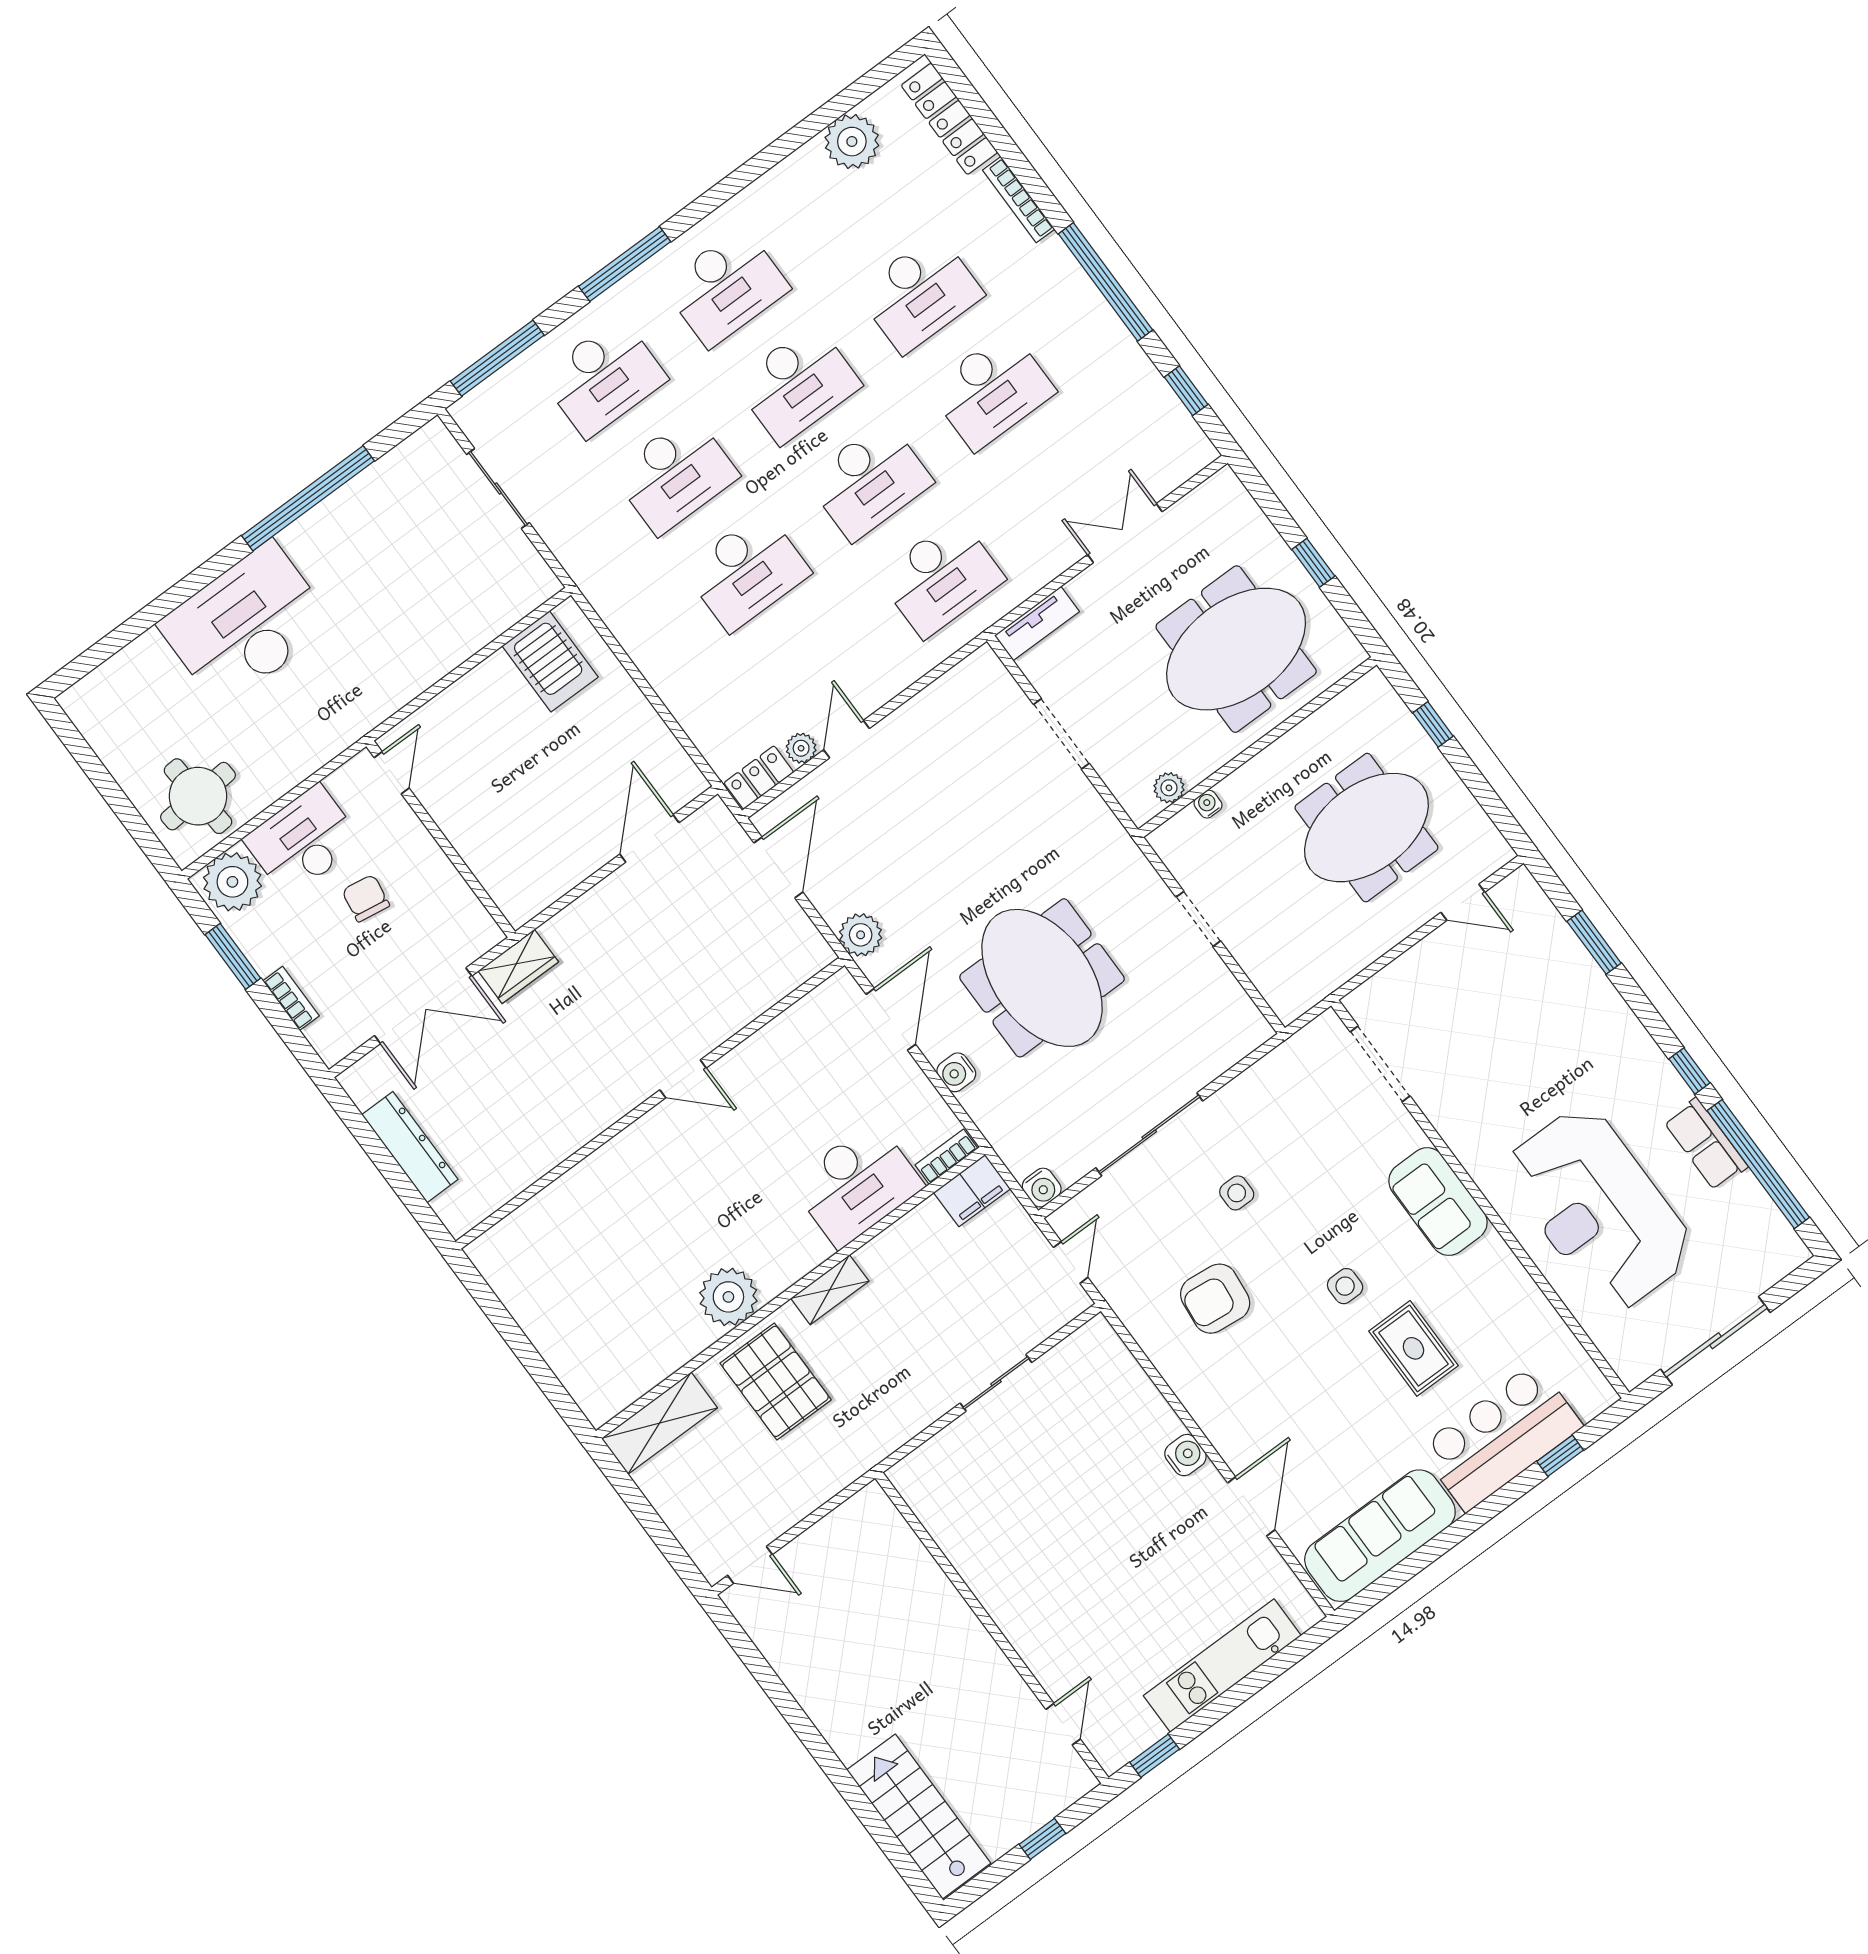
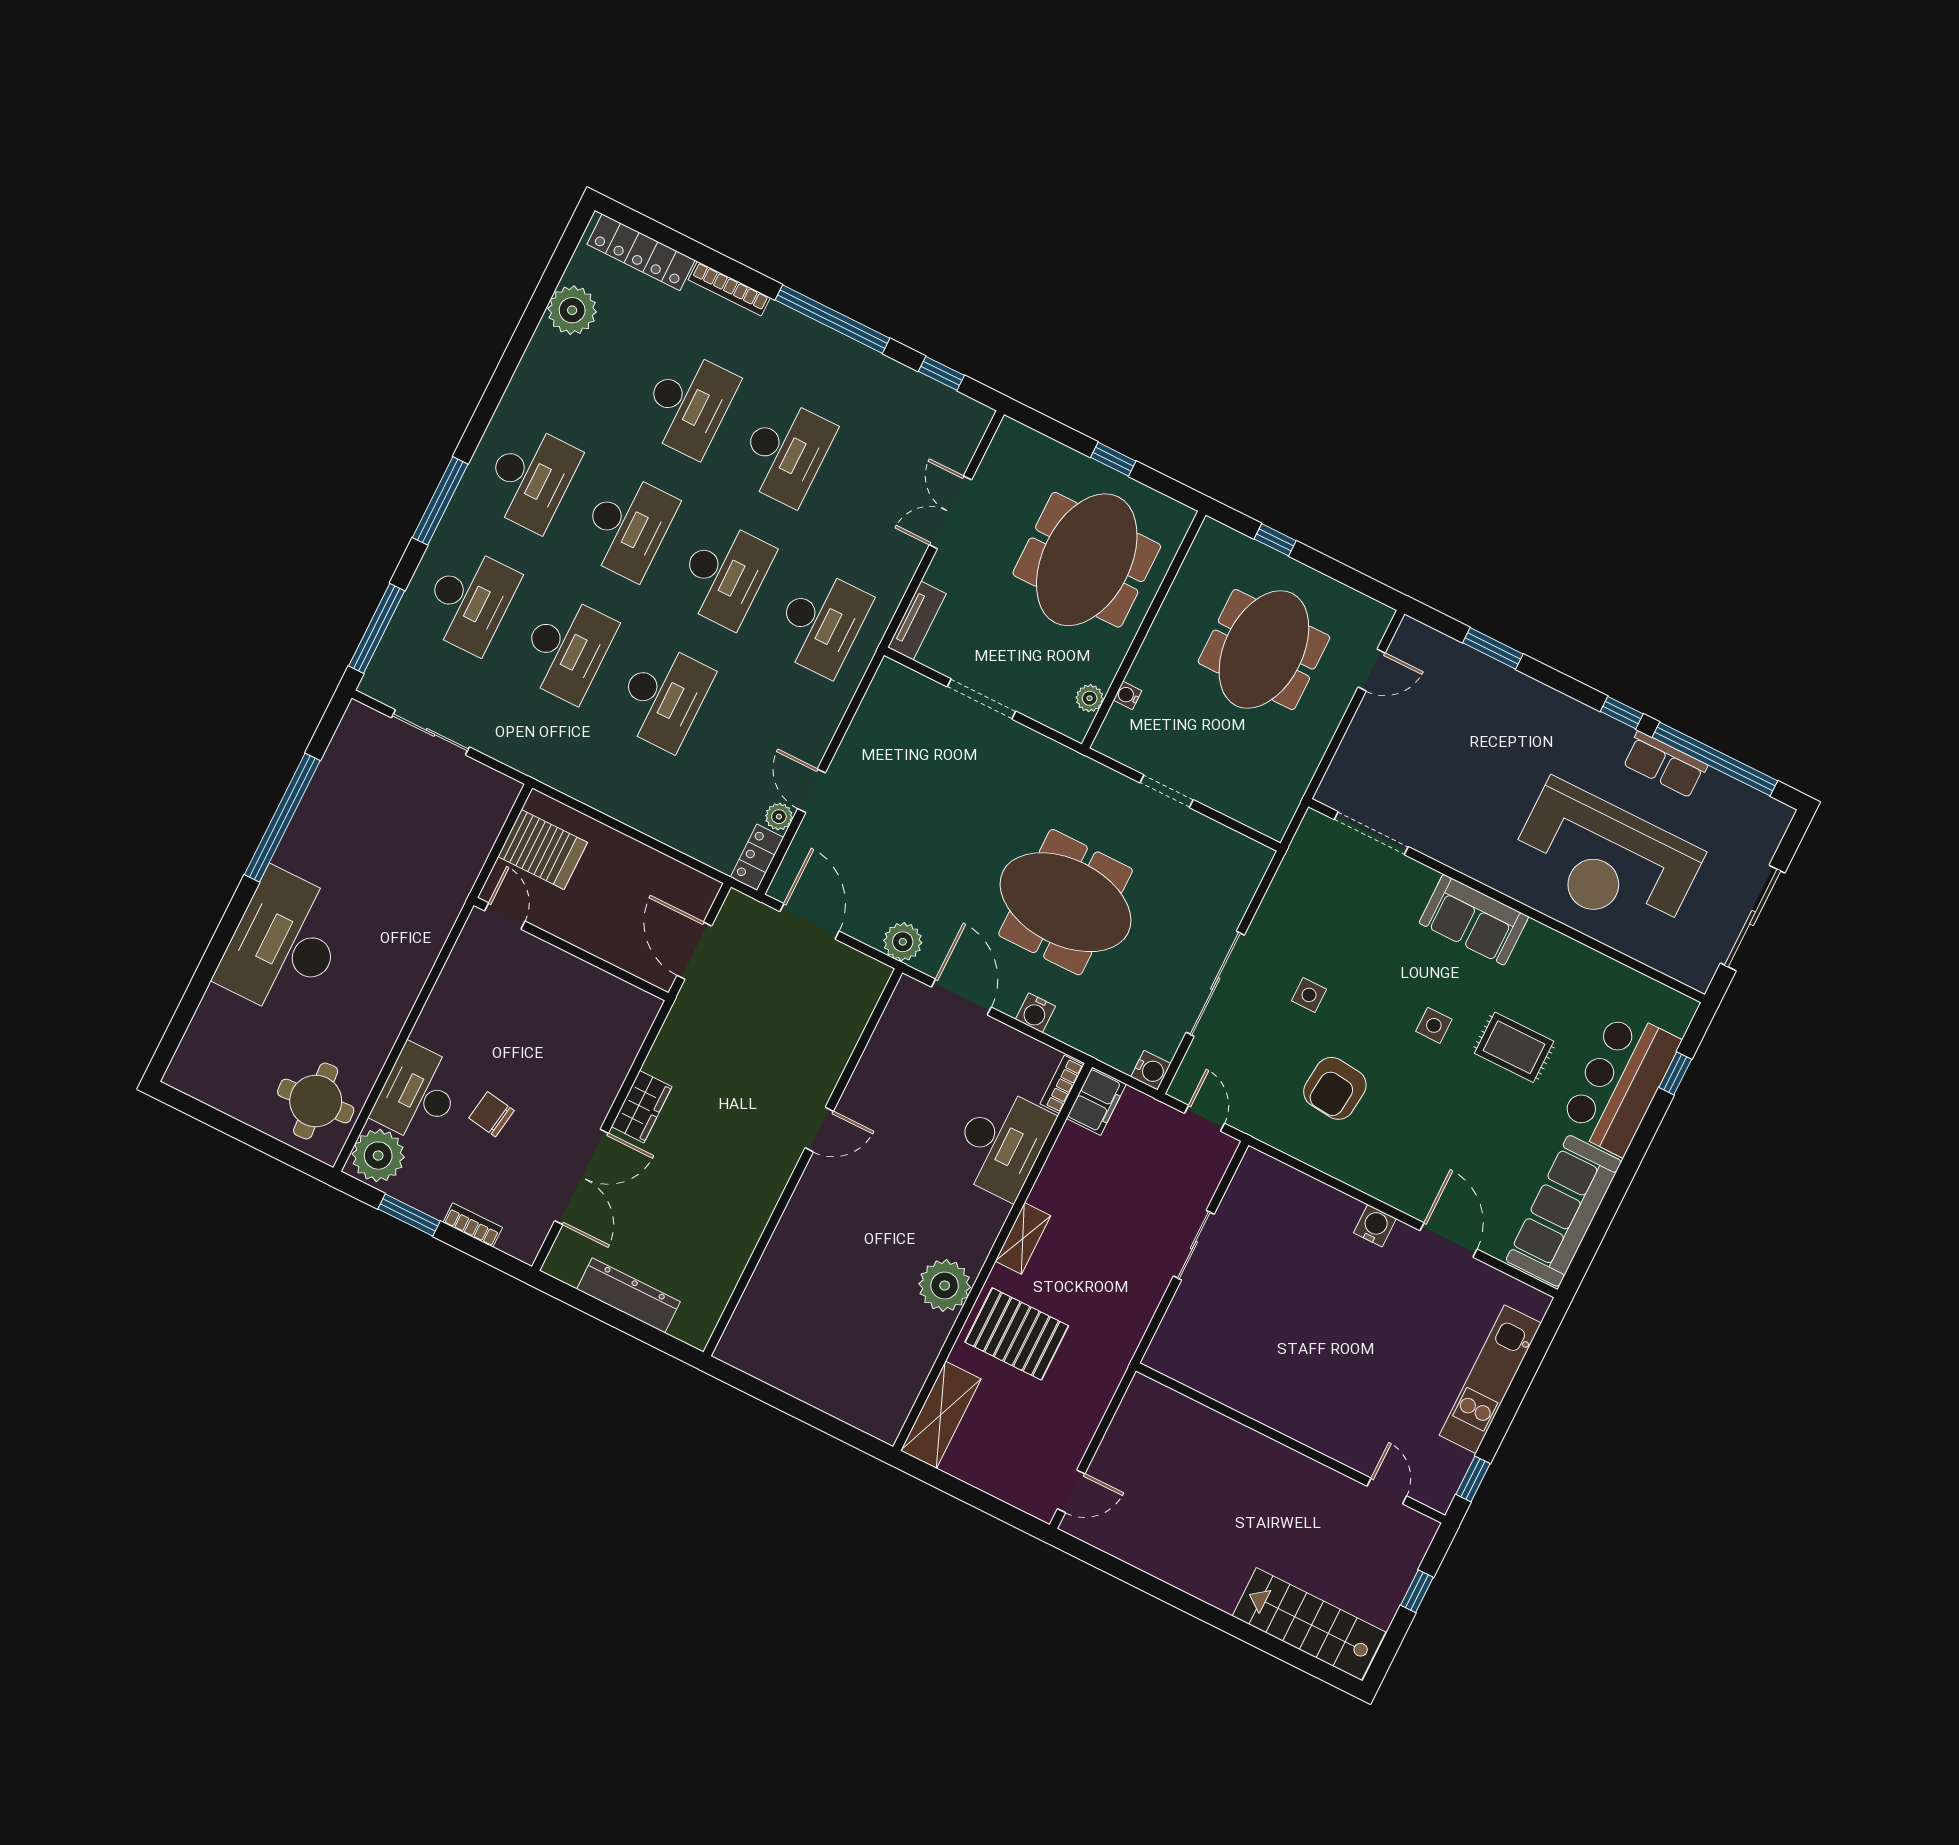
door: (392, 773) -> (505, 916), moved
wall: (441, 839) -> (571, 949), moved

